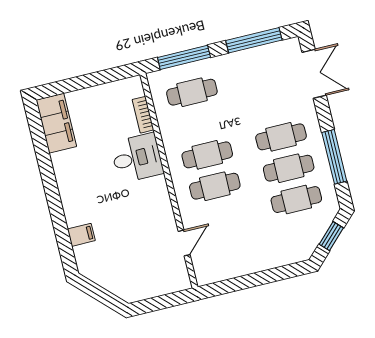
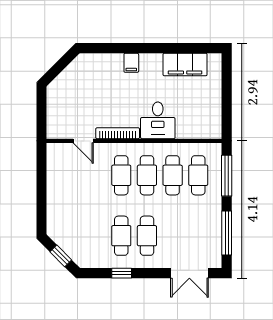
bookcase: (143, 115) -> (118, 133), moved, width x1.56
filing cabinet: (56, 123) -> (185, 64), moved
window: (334, 157) -> (122, 273), width x0.46
cafe table: (296, 200) -> (173, 175), moved
filing cabinet: (81, 235) -> (131, 63), moved

